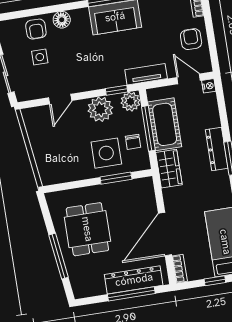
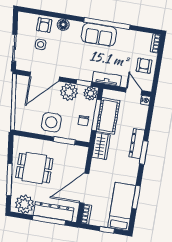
door: (60, 99) -> (45, 77), width x1.88
side table: (106, 153) -> (51, 122), moved
dining table: (87, 229) -> (34, 168), turned 90
plant: (90, 283) -> (24, 204), added

